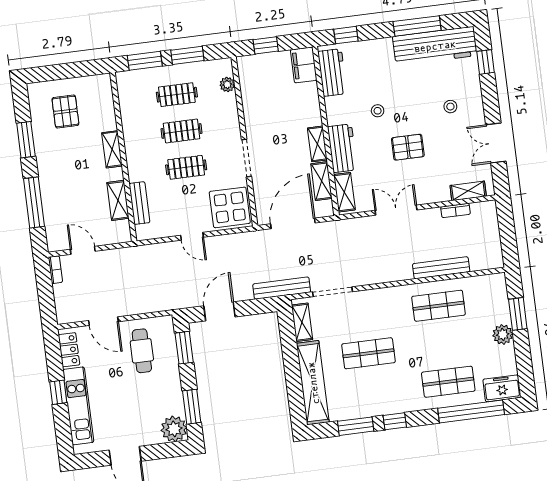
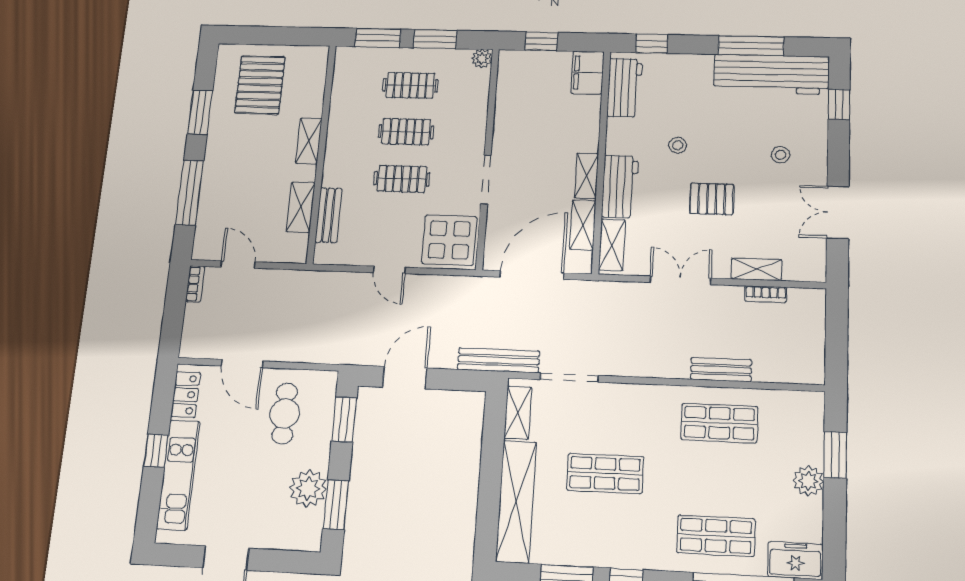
plant: (227, 84) -> (482, 59), moved
pallet: (65, 111) -> (260, 85), width x1.50, depth x1.42
shelving: (468, 191) -> (756, 269), moved
bench: (441, 268) -> (721, 370), width x0.73
plant: (174, 429) -> (308, 489), moved

